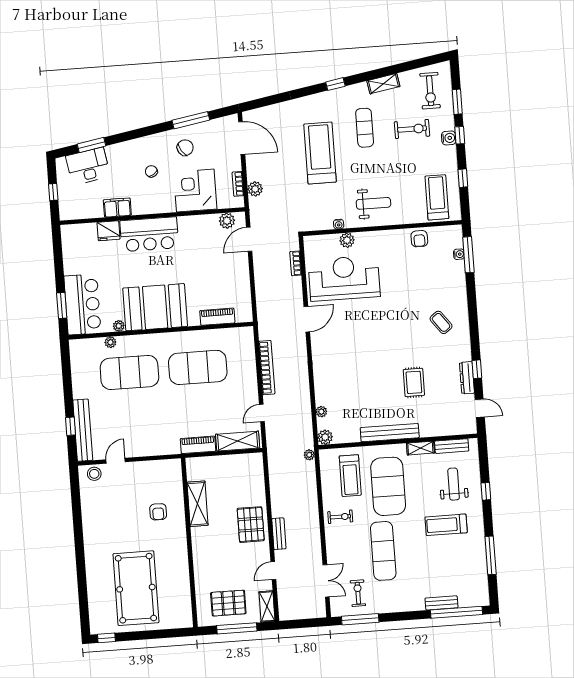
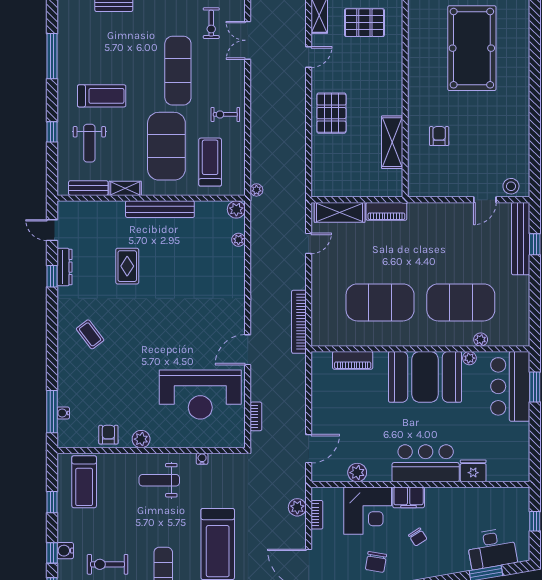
chair: (185, 148) -> (376, 562), turned -48
filing cabinet: (117, 208) -> (409, 497), moved
plant: (227, 221) -> (357, 473), moved
plant: (347, 240) -> (141, 439), moved
bookcase: (267, 368) -> (299, 322), moved
bench: (279, 534) -> (299, 100), removed

